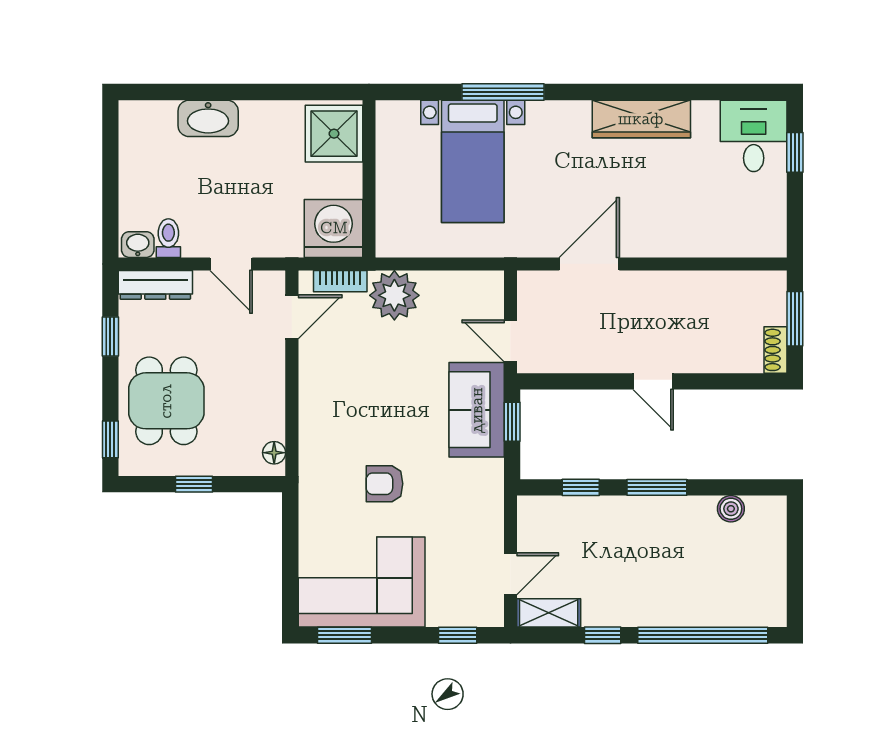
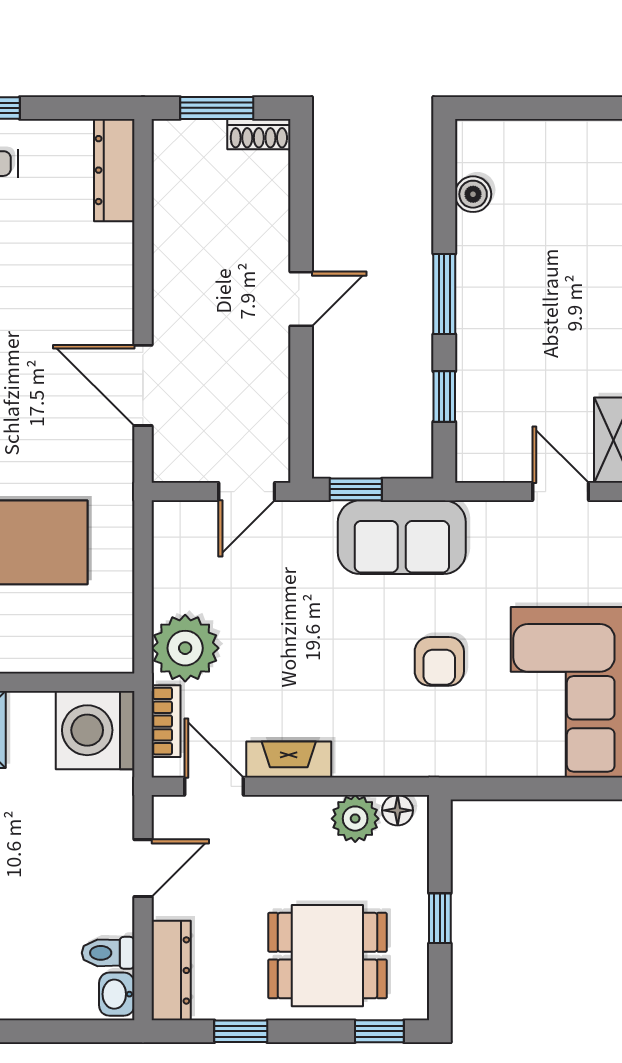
dresser: (749, 243) -> (114, 170), added
fireplace: (312, 372) -> (289, 760), added
sofa: (477, 410) -> (402, 537), moved
plant: (268, 421) -> (355, 819), added

